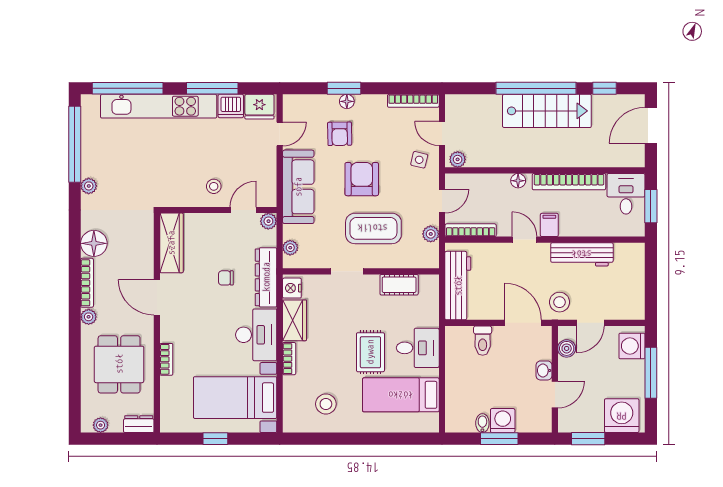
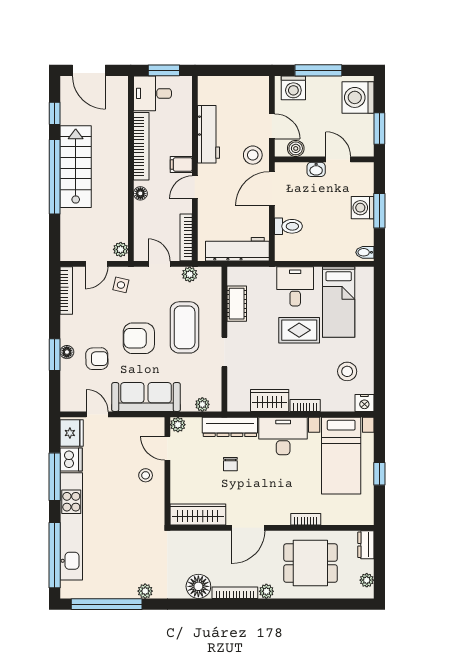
nightstand: (292, 288) -> (364, 403), moved
bidet: (482, 423) -> (365, 252), moved

